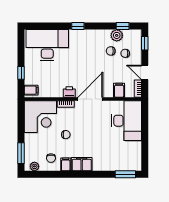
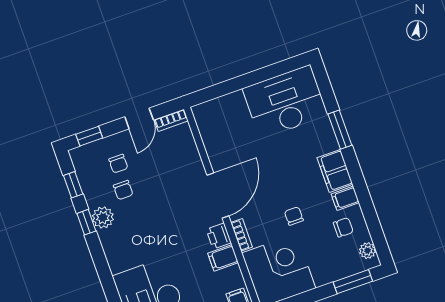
window: (78, 26) -> (86, 222), moved
plant: (117, 35) -> (103, 218), moved
filing cabinet: (119, 90) -> (223, 258), moved
door: (90, 99) -> (218, 196), swing flipped
desk: (127, 121) -> (285, 102), moved
window: (125, 174) -> (340, 130), moved

